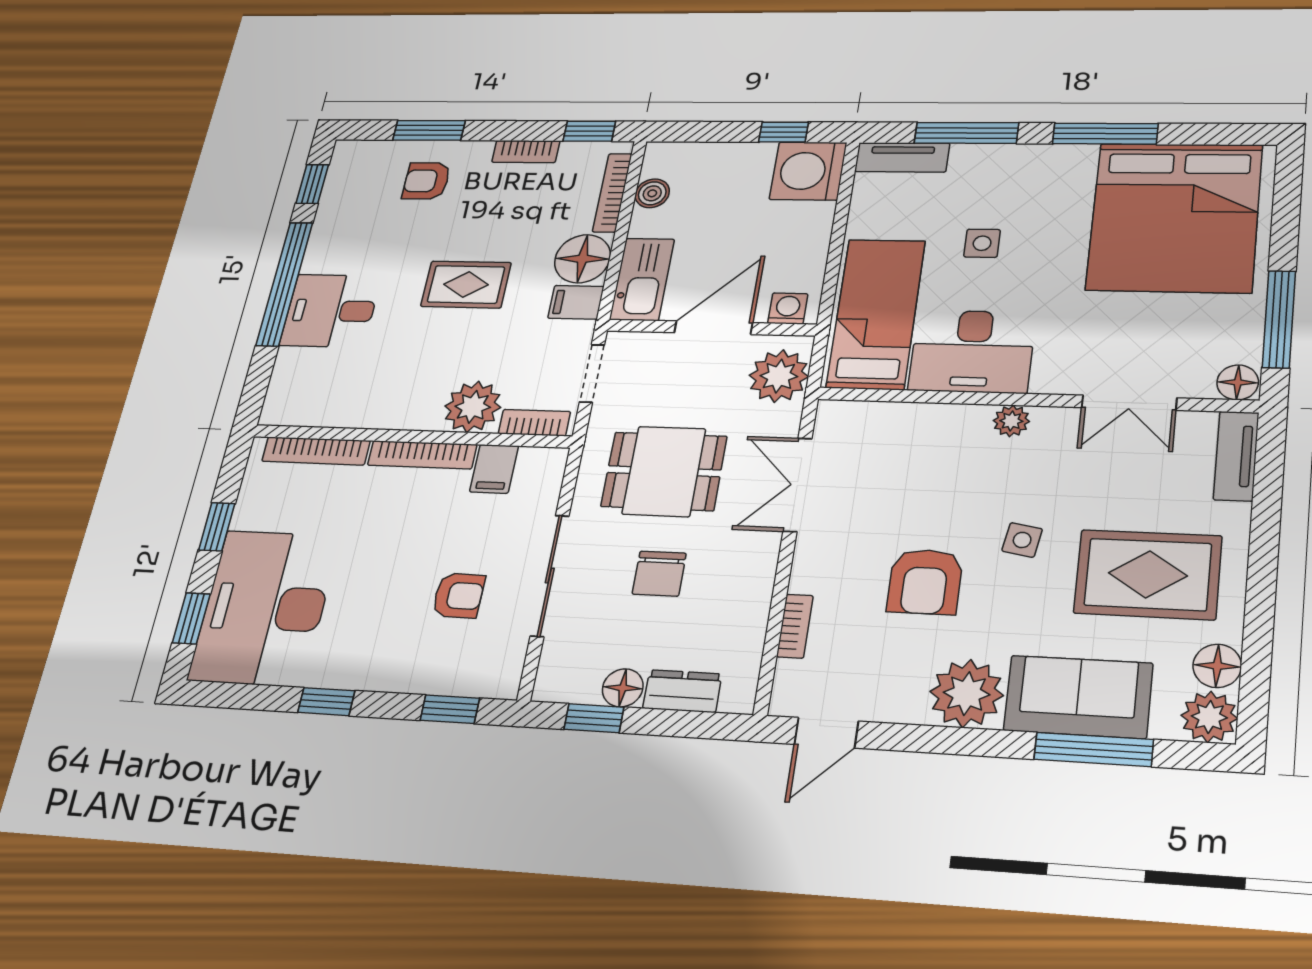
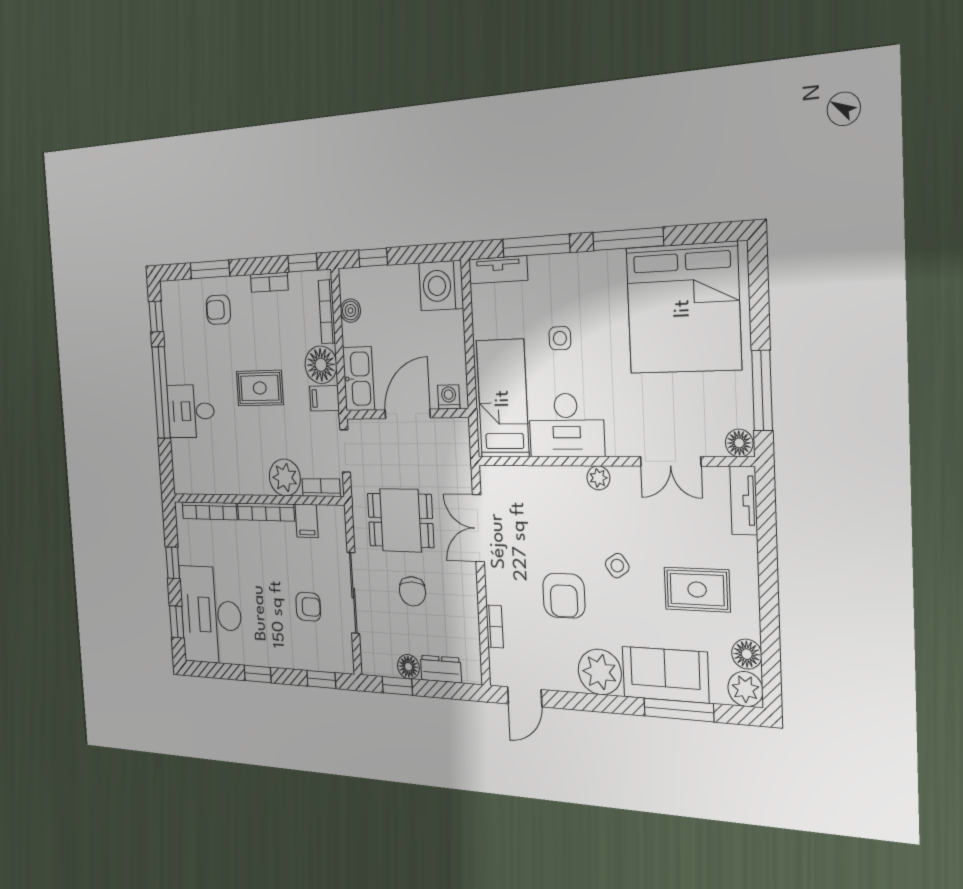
window: (783, 132) -> (373, 258), moved
plant: (779, 376) -> (453, 449), removed
side table: (1022, 540) -> (617, 566), turned 45
rug: (1148, 574) -> (697, 590), width x0.73, depth x0.70

